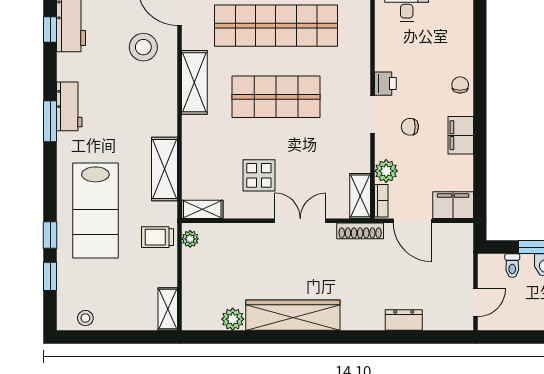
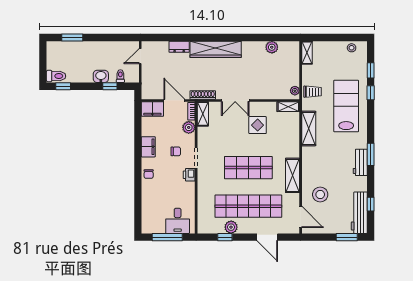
wardrobe: (293, 315) -> (216, 49), moved

